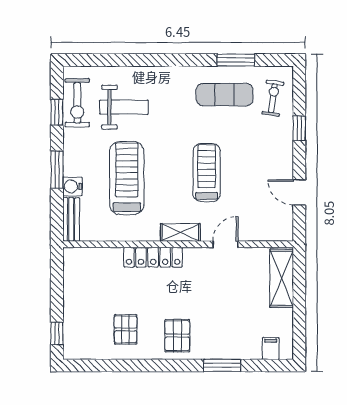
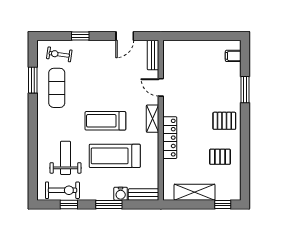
treadmill: (207, 173) -> (105, 121), moved
bench: (272, 233) -> (153, 55), added
shelving: (282, 278) -> (195, 192), moved

